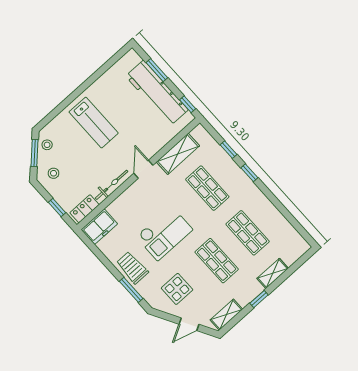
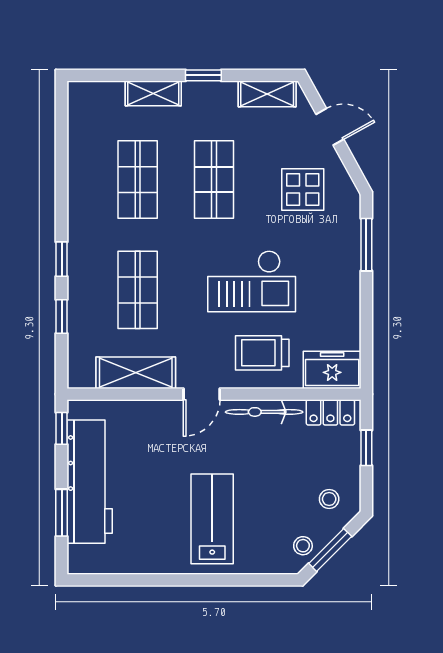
checkout: (164, 233) -> (252, 281), turned 180
trolley: (132, 268) -> (262, 353), moved, turned 90

